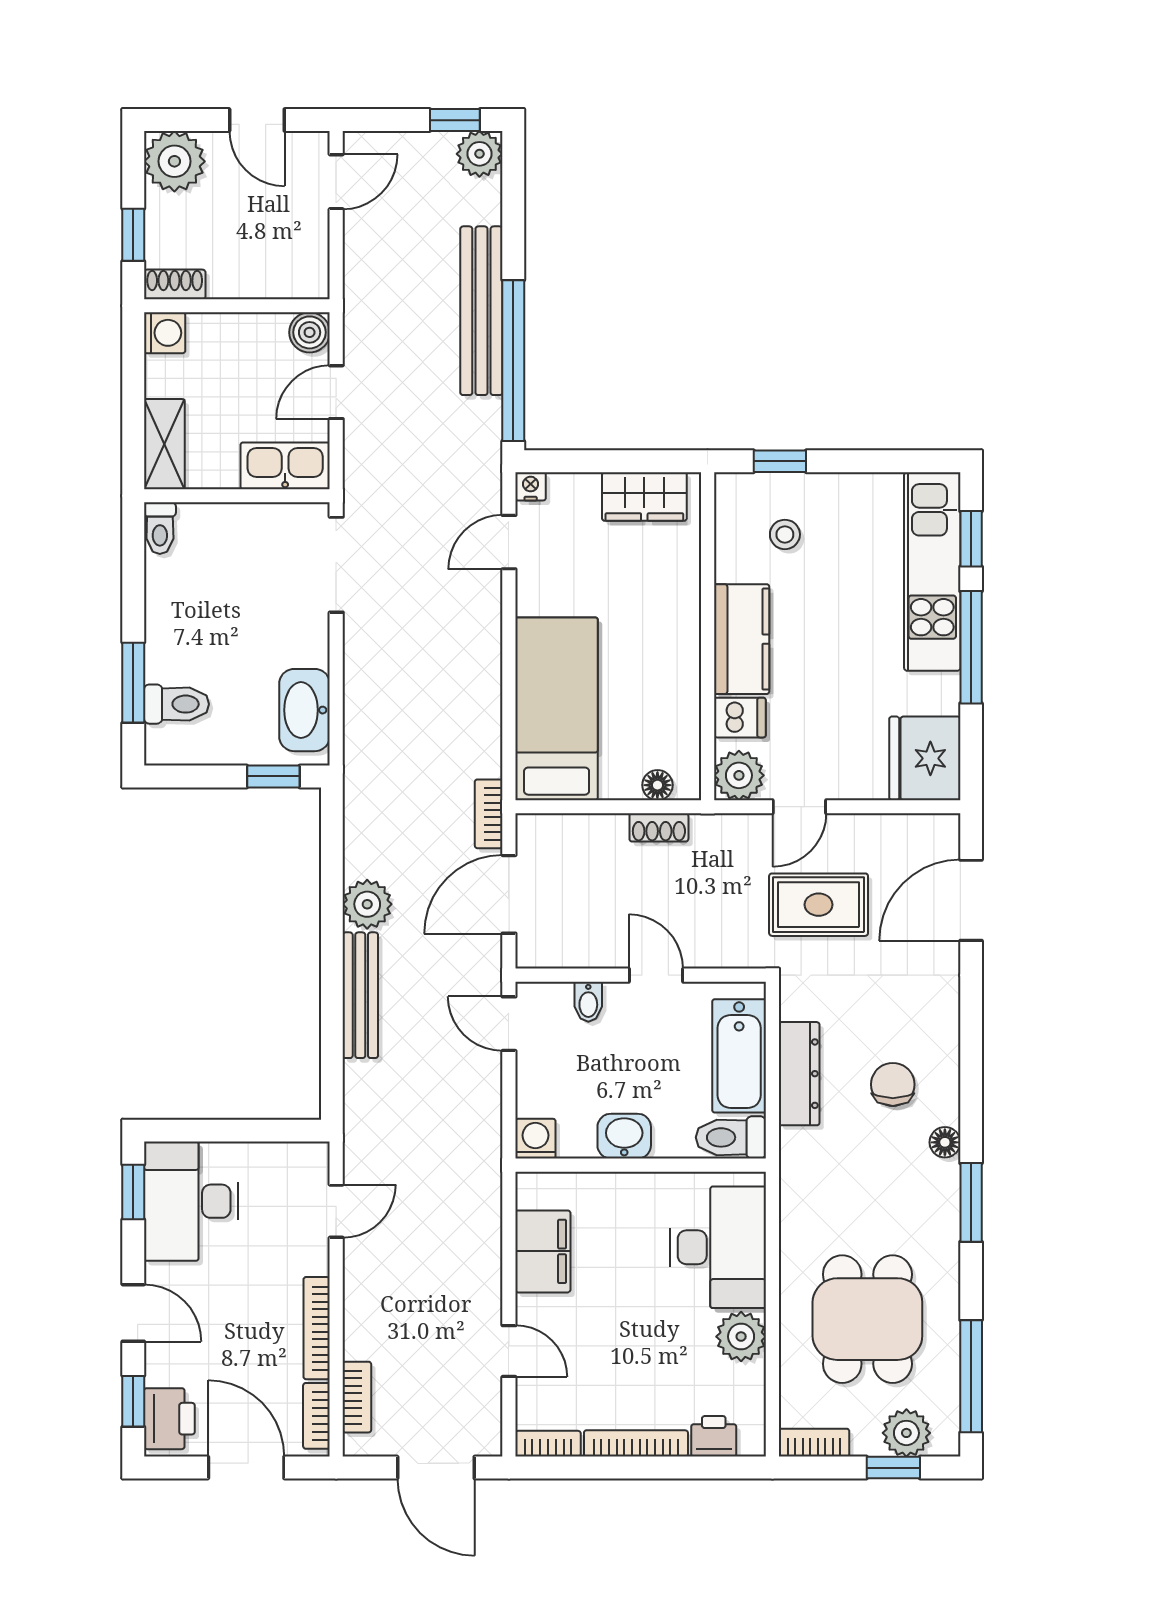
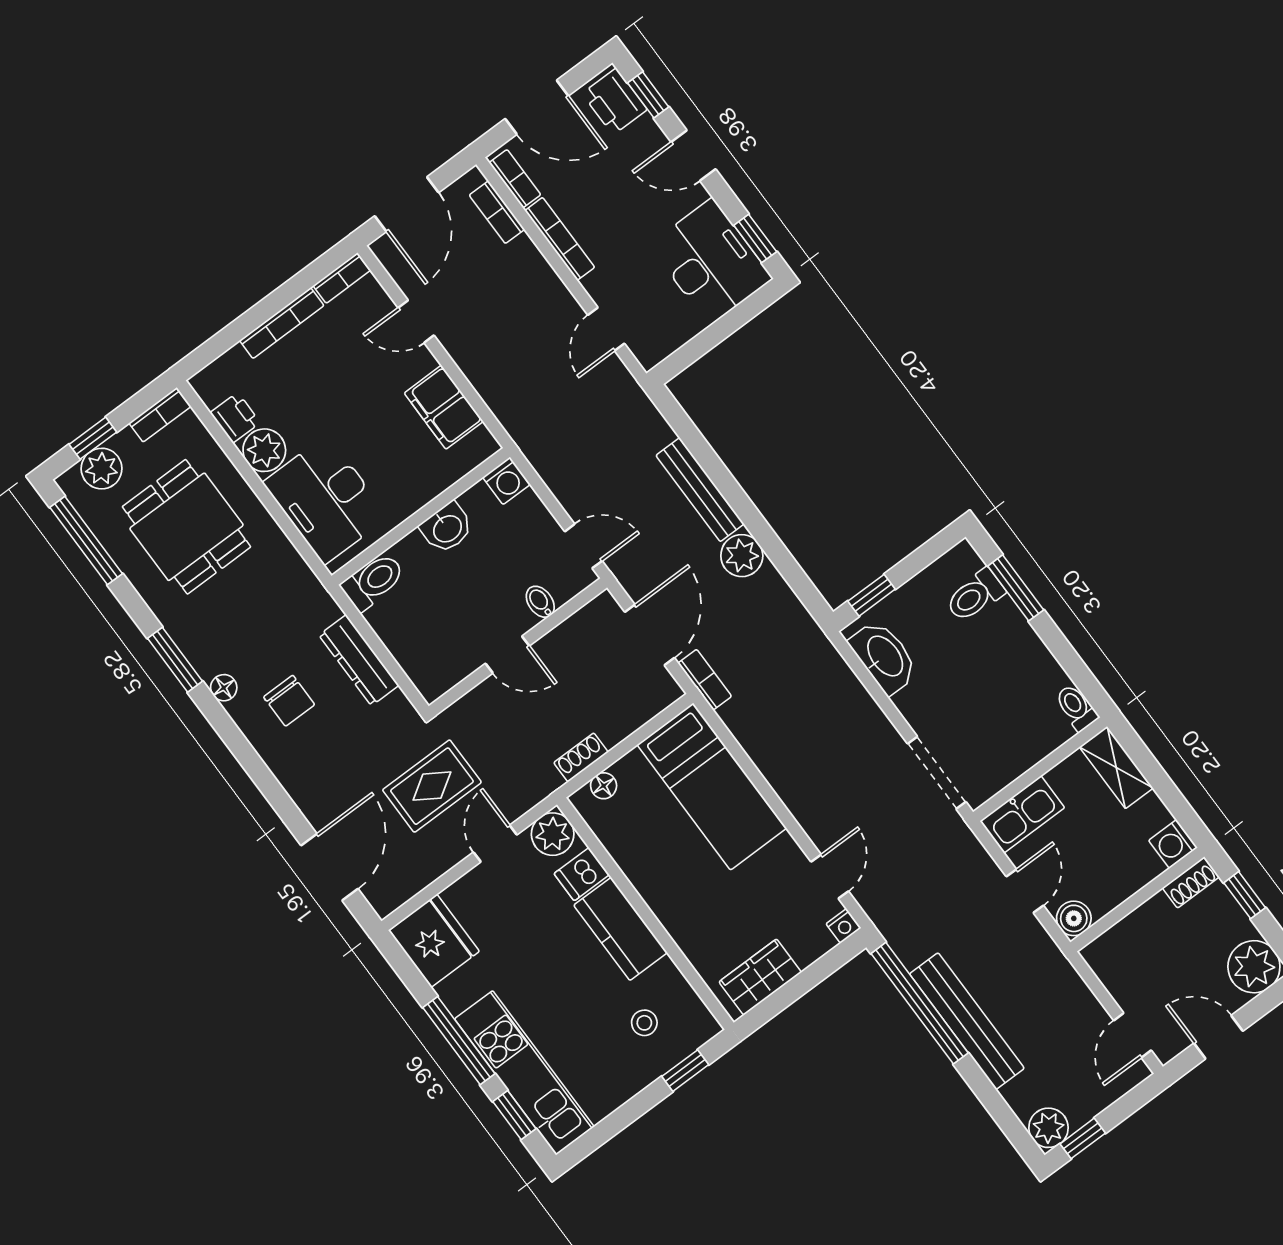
bathtub: (739, 1056) -> (409, 642), removed
printer: (714, 1436) -> (235, 418), moved, turned -90
door: (436, 1468) -> (407, 204), swing flipped

